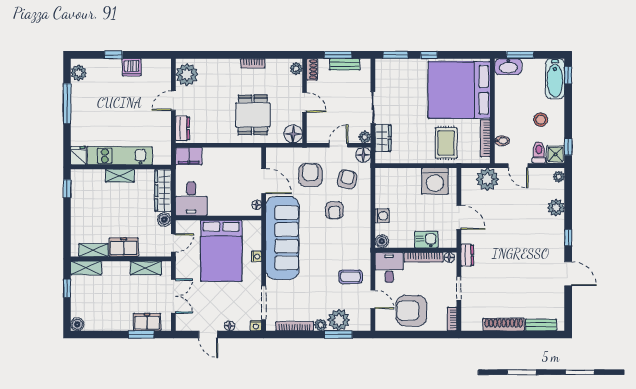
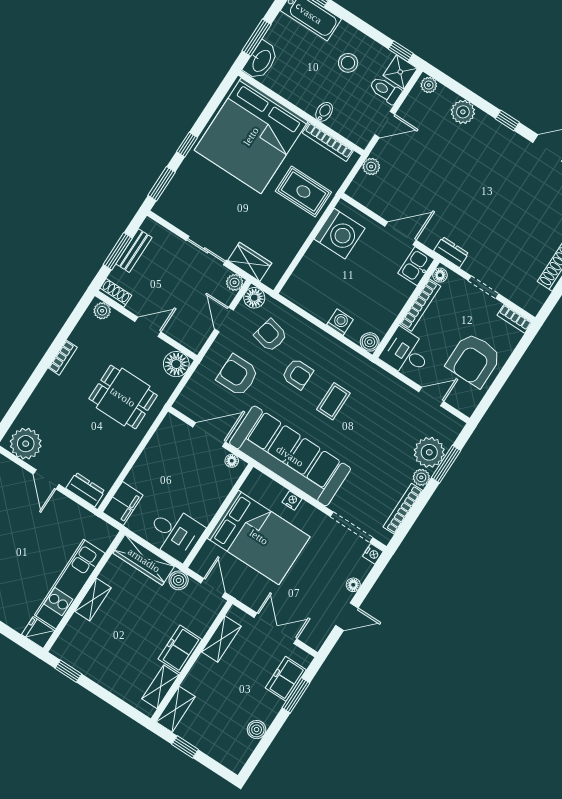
bidet: (502, 141) -> (324, 112), moved
plant: (487, 179) -> (371, 167), width x0.53, depth x0.53
kitchen sink: (426, 240) -> (416, 266), moved
coffee table: (351, 277) -> (333, 401), moved
boiler: (77, 324) -> (257, 730), moved

